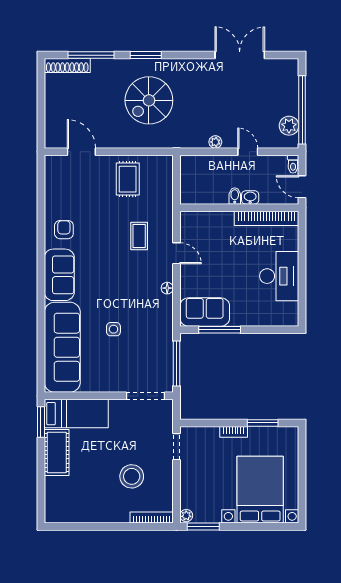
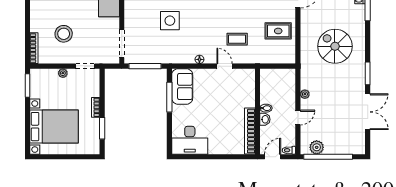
window: (146, 55) -> (368, 73), moved
door: (177, 253) -> (225, 66), swing flipped
desk: (279, 276) -> (190, 140), moved
side table: (113, 329) -> (170, 21), width x1.87, depth x1.87
plant: (186, 516) -> (63, 73), moved

